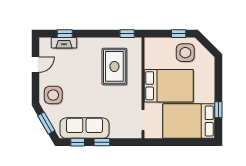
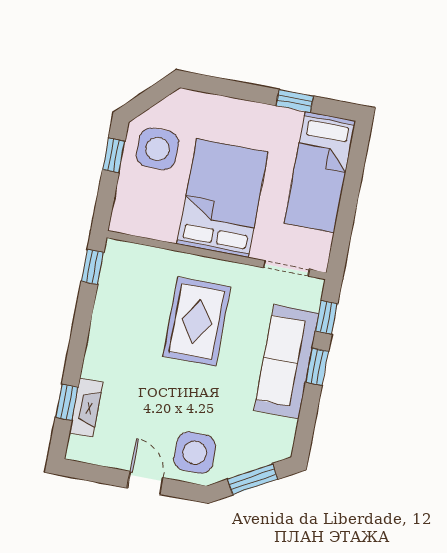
door: (36, 65) -> (145, 483), moved
rug: (114, 66) -> (197, 322), moved, turned 90
bed: (189, 121) -> (320, 172), width x0.67
sofa: (84, 128) -> (286, 362), moved
window: (78, 142) -> (327, 317), moved

